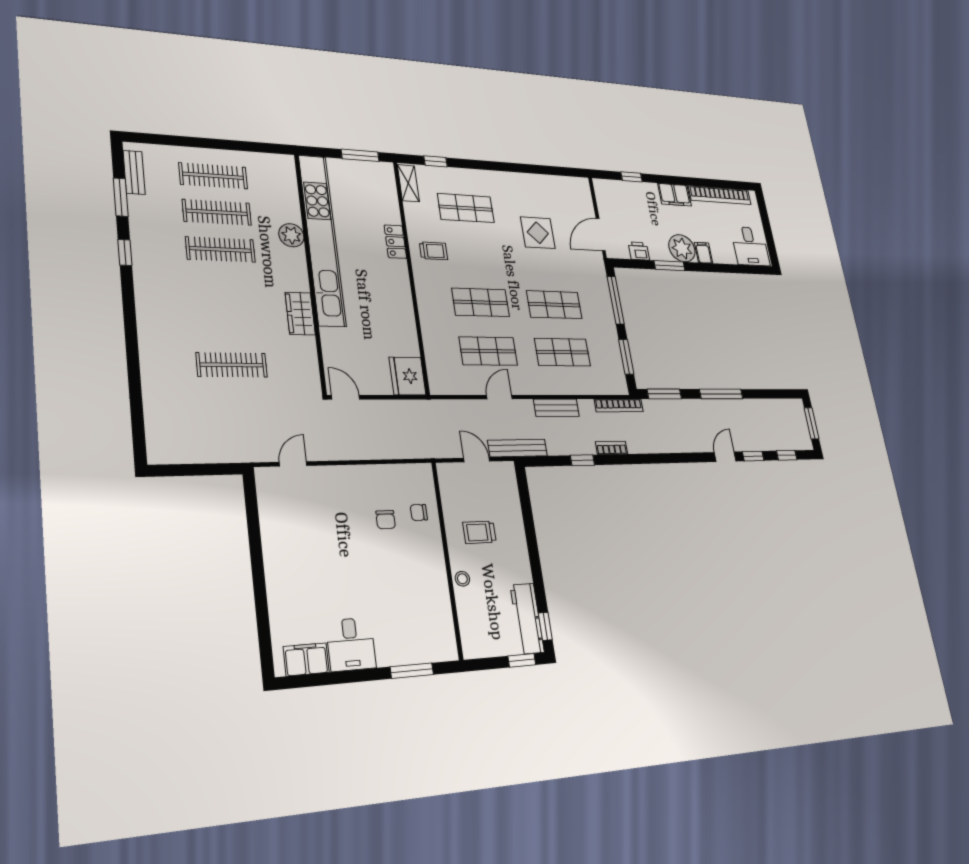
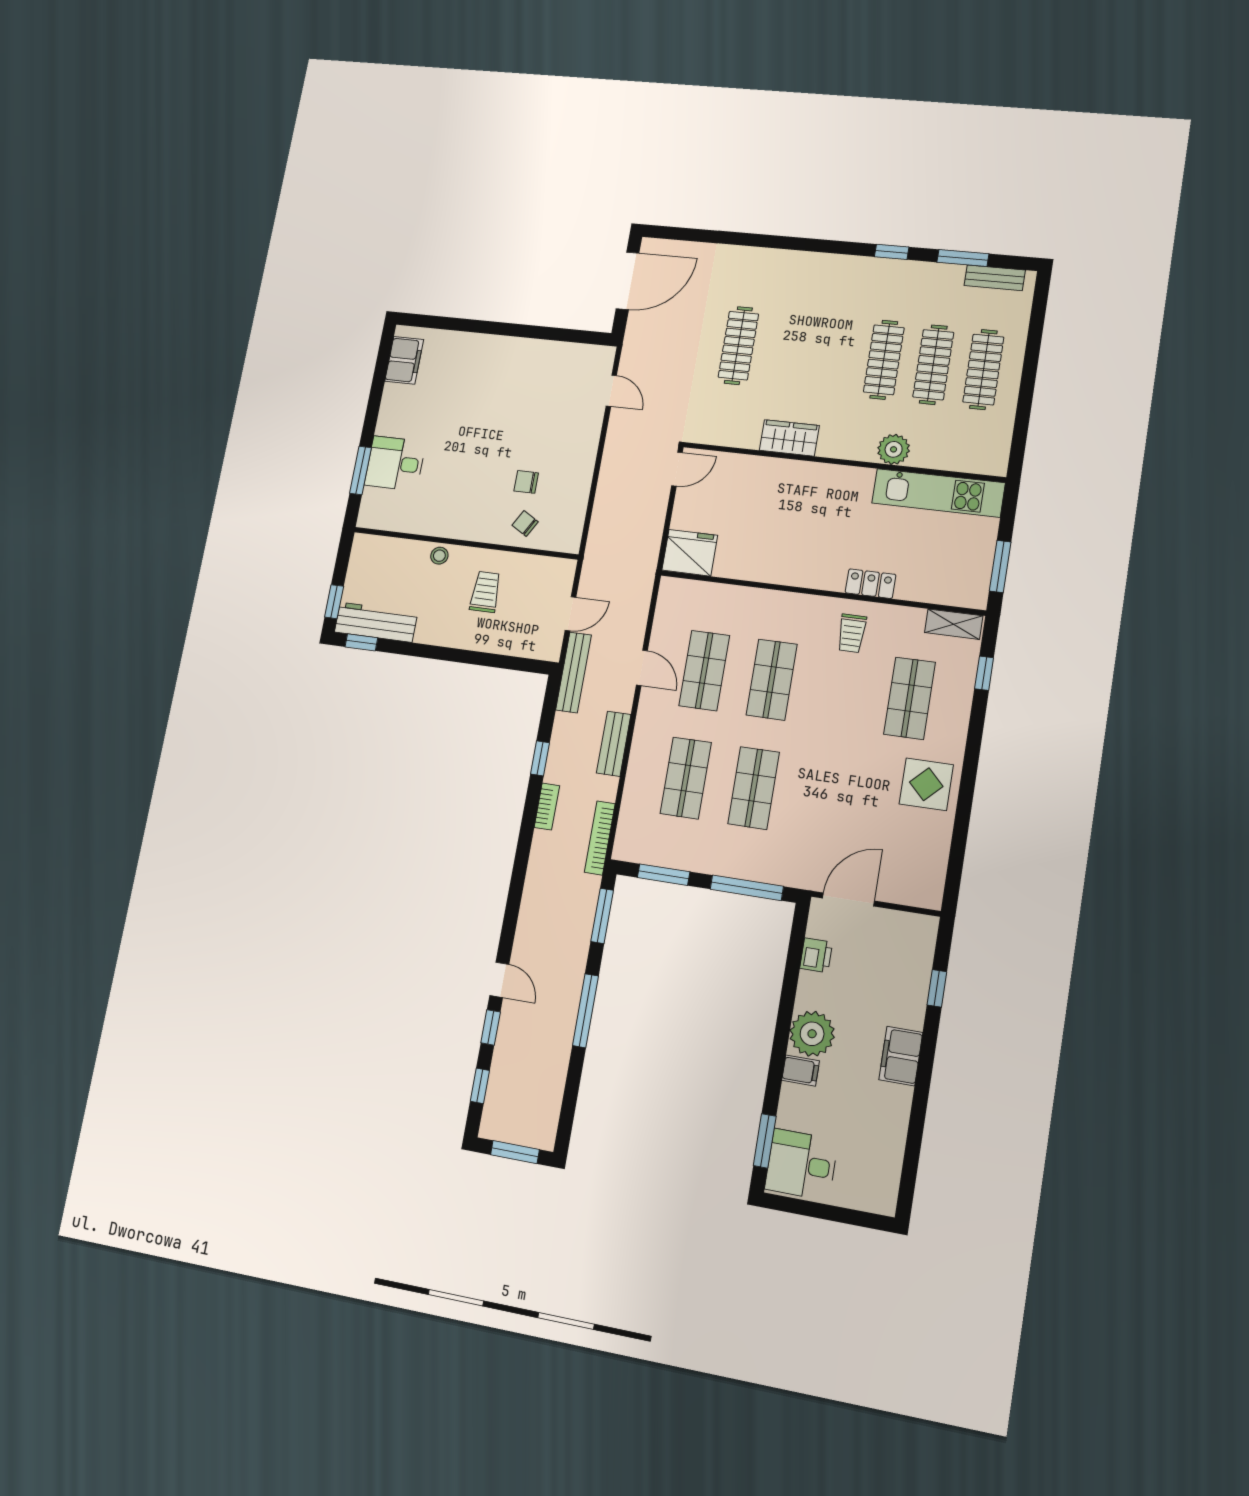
bookcase: (720, 195) -> (893, 1143), removed
display table: (538, 233) -> (926, 784), moved
door: (601, 235) -> (848, 900), hinge flipped
kitchen unit: (322, 240) -> (938, 493), width x0.54
window: (669, 266) -> (765, 1141), moved
door: (192, 470) -> (628, 281), added
chair: (419, 512) -> (525, 523), turned -60
desk: (351, 644) -> (395, 463), moved

